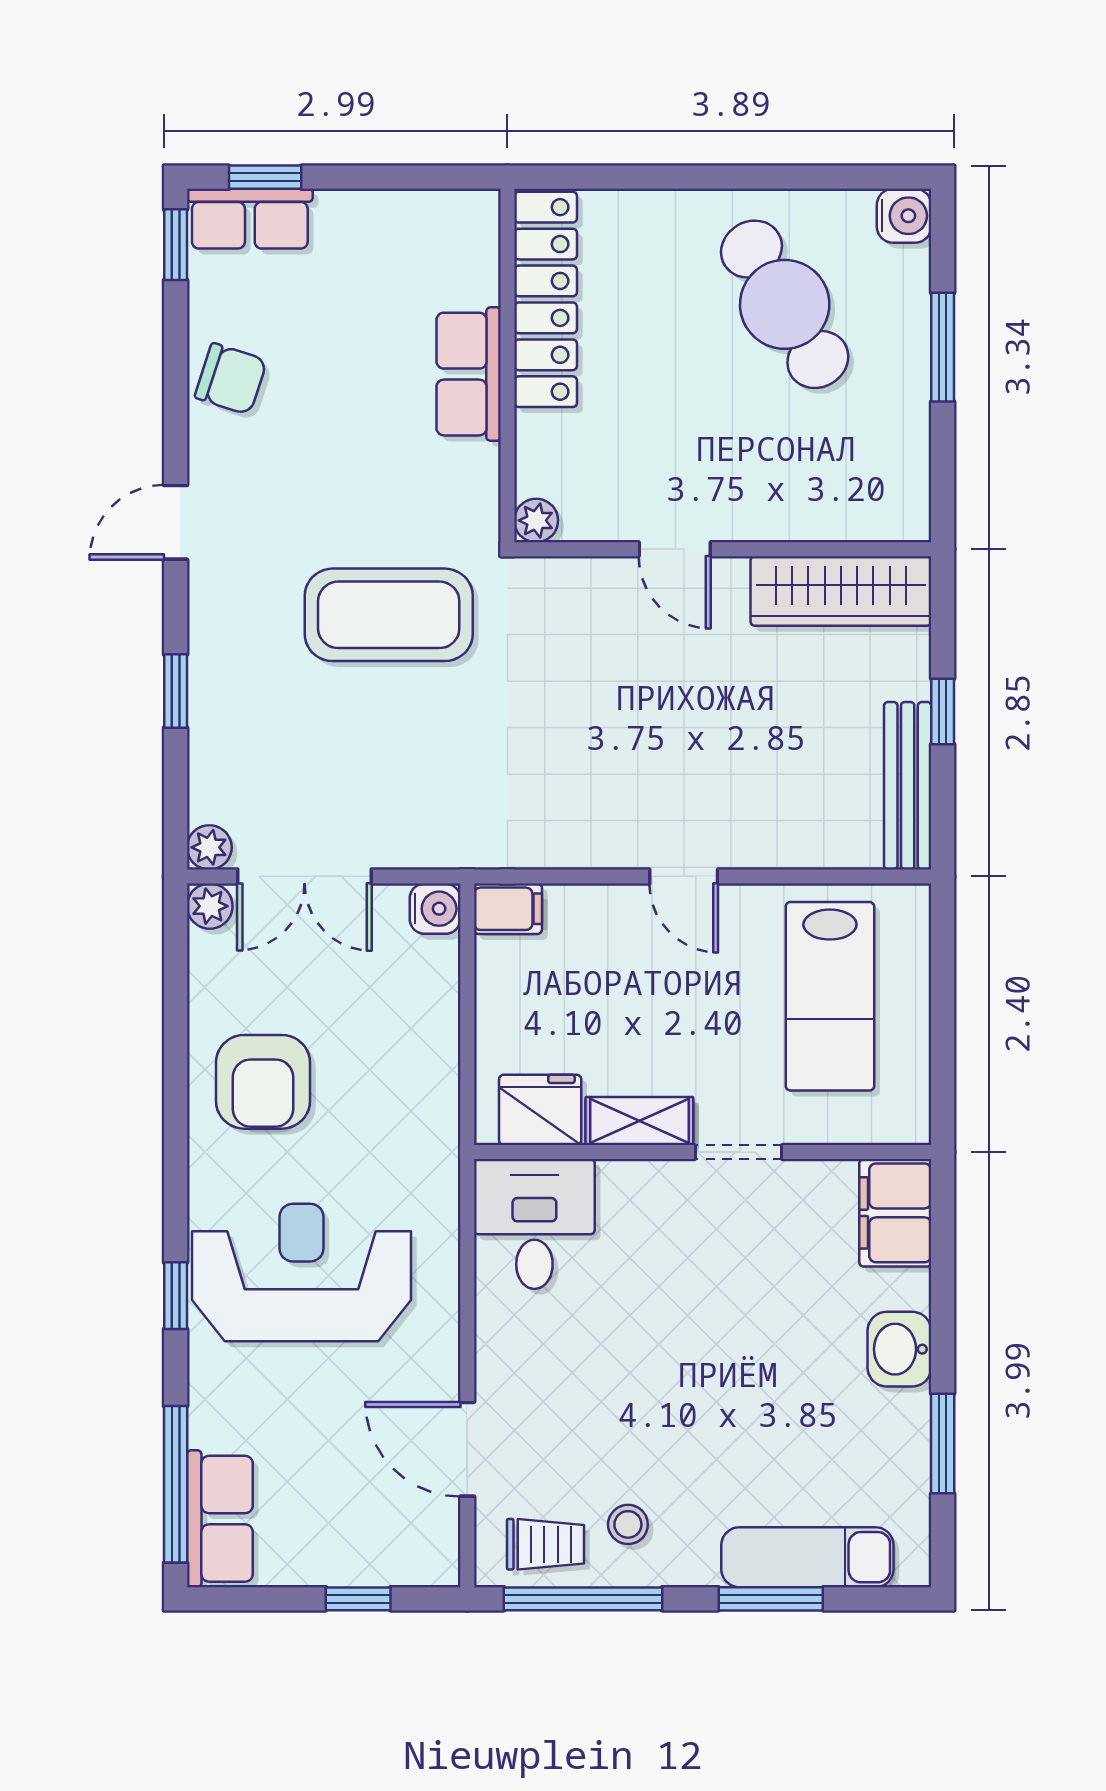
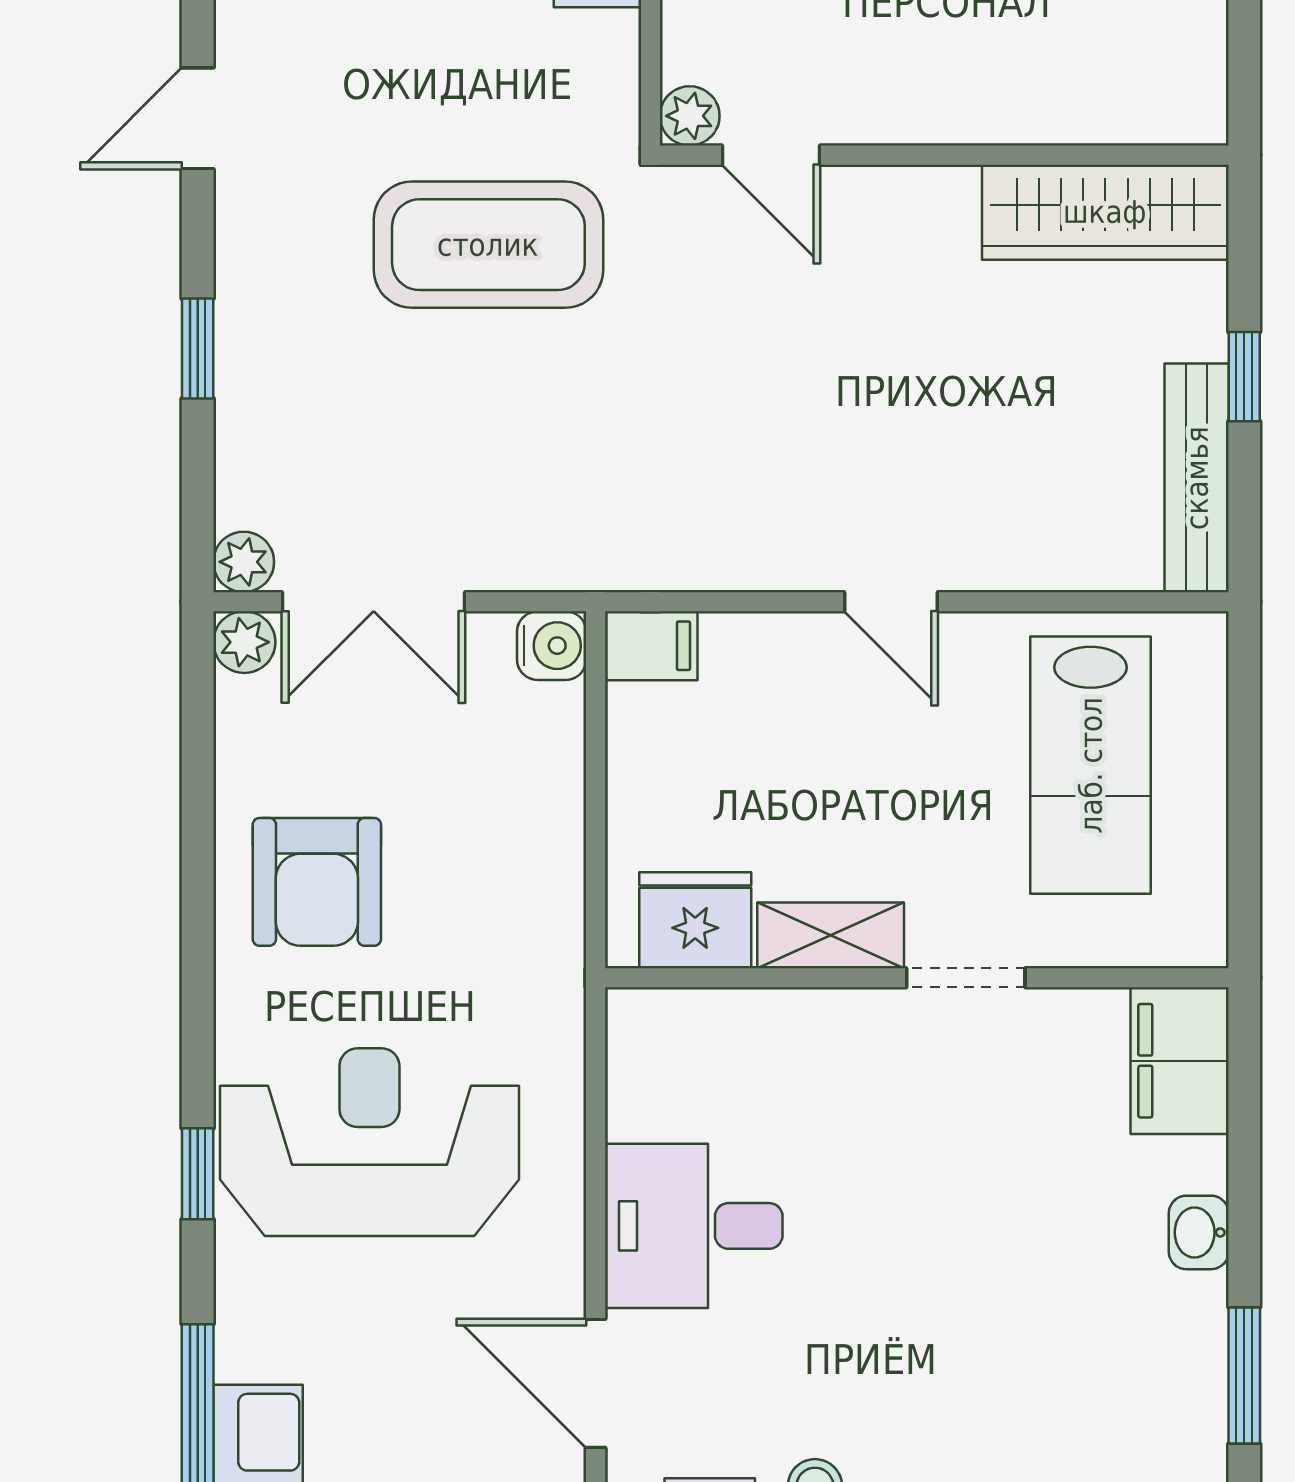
door: (675, 549) -> (771, 155), moved
desk: (534, 1224) -> (694, 1226), moved, turned -90
washbasin: (899, 1349) -> (1199, 1232), width x0.72, depth x0.69

